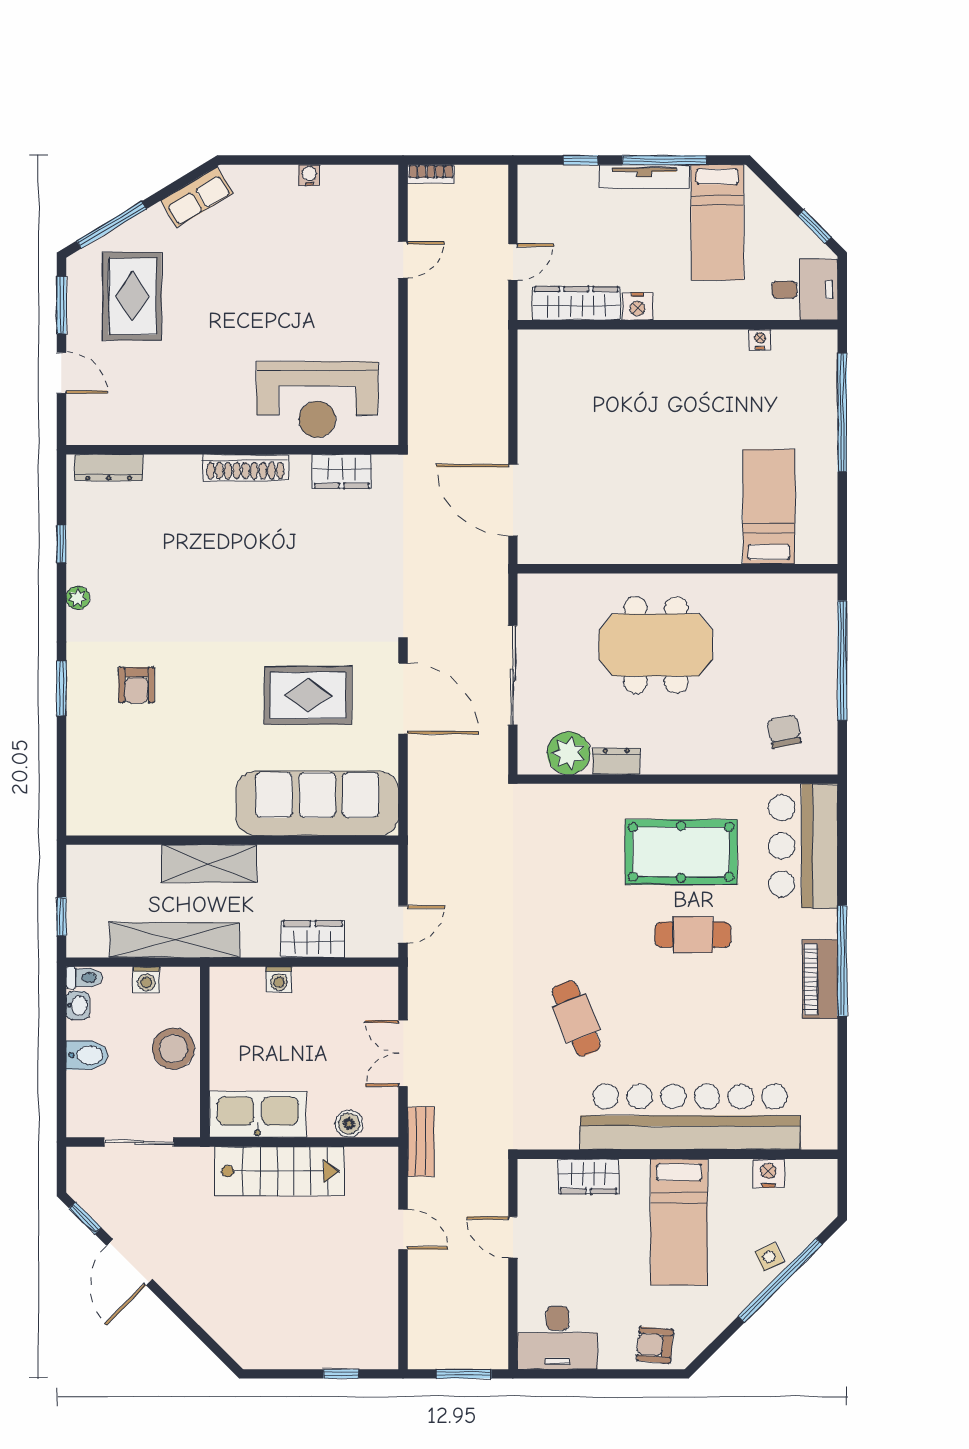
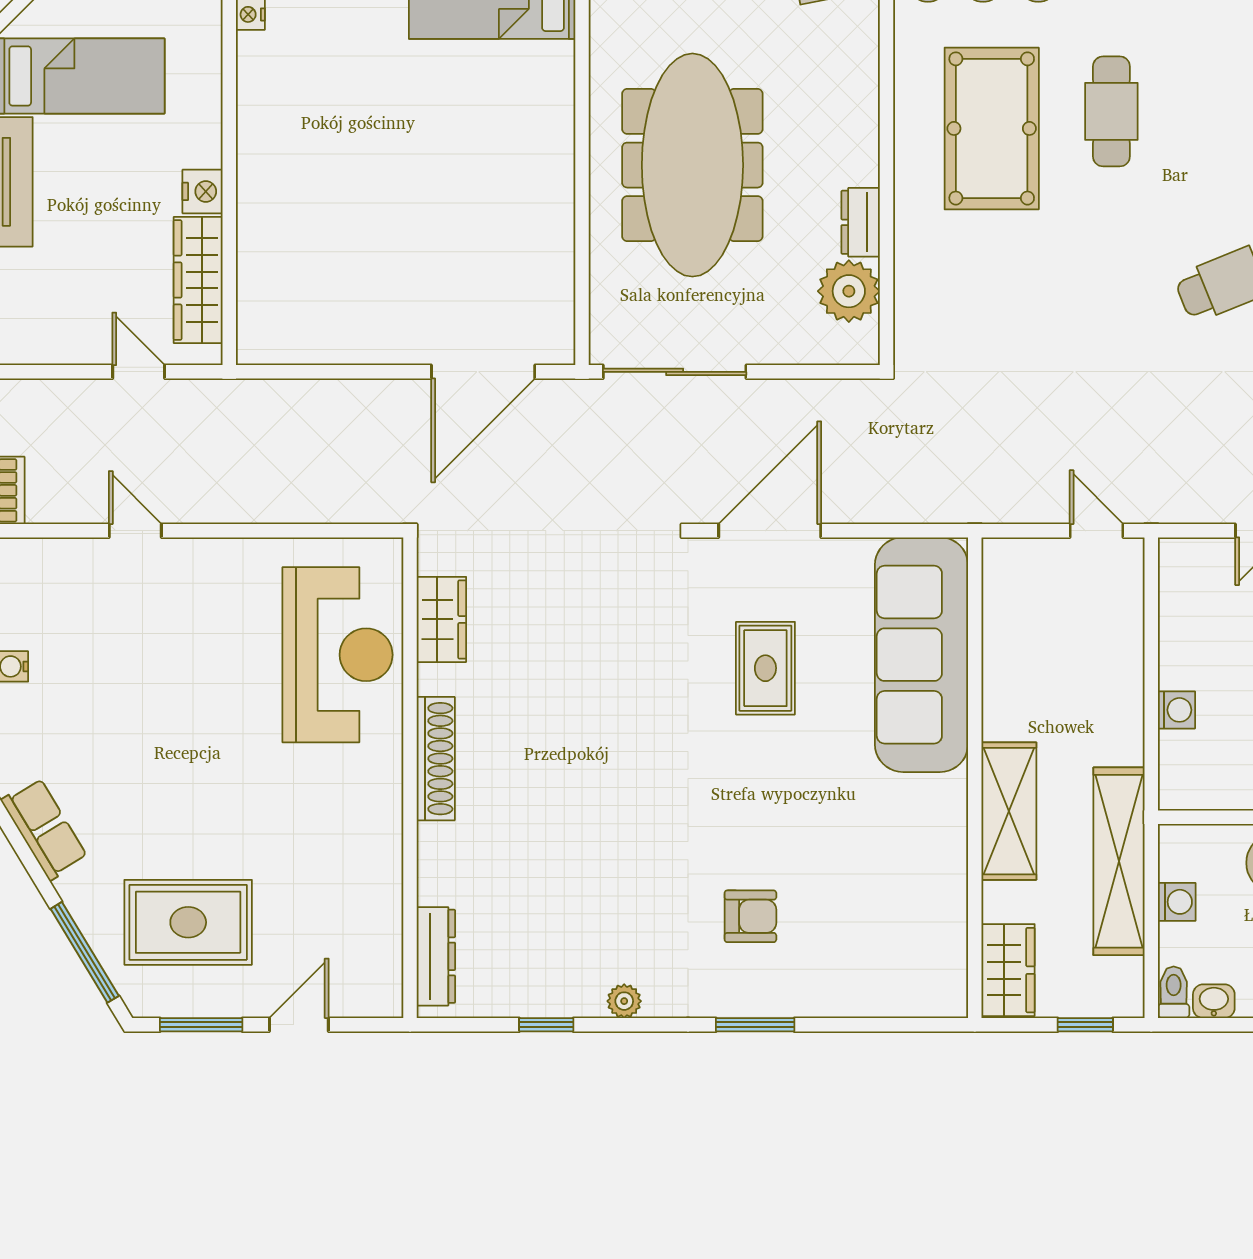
meeting table: (656, 645) -> (692, 165), width x1.36
sliding door: (513, 675) -> (675, 372), moved
rug: (308, 695) -> (765, 668), width x0.73, depth x0.70
wardrobe: (313, 939) -> (1008, 970), moved, turned 180

